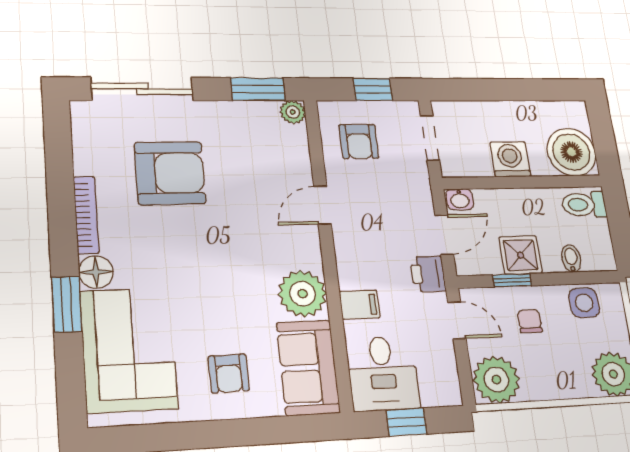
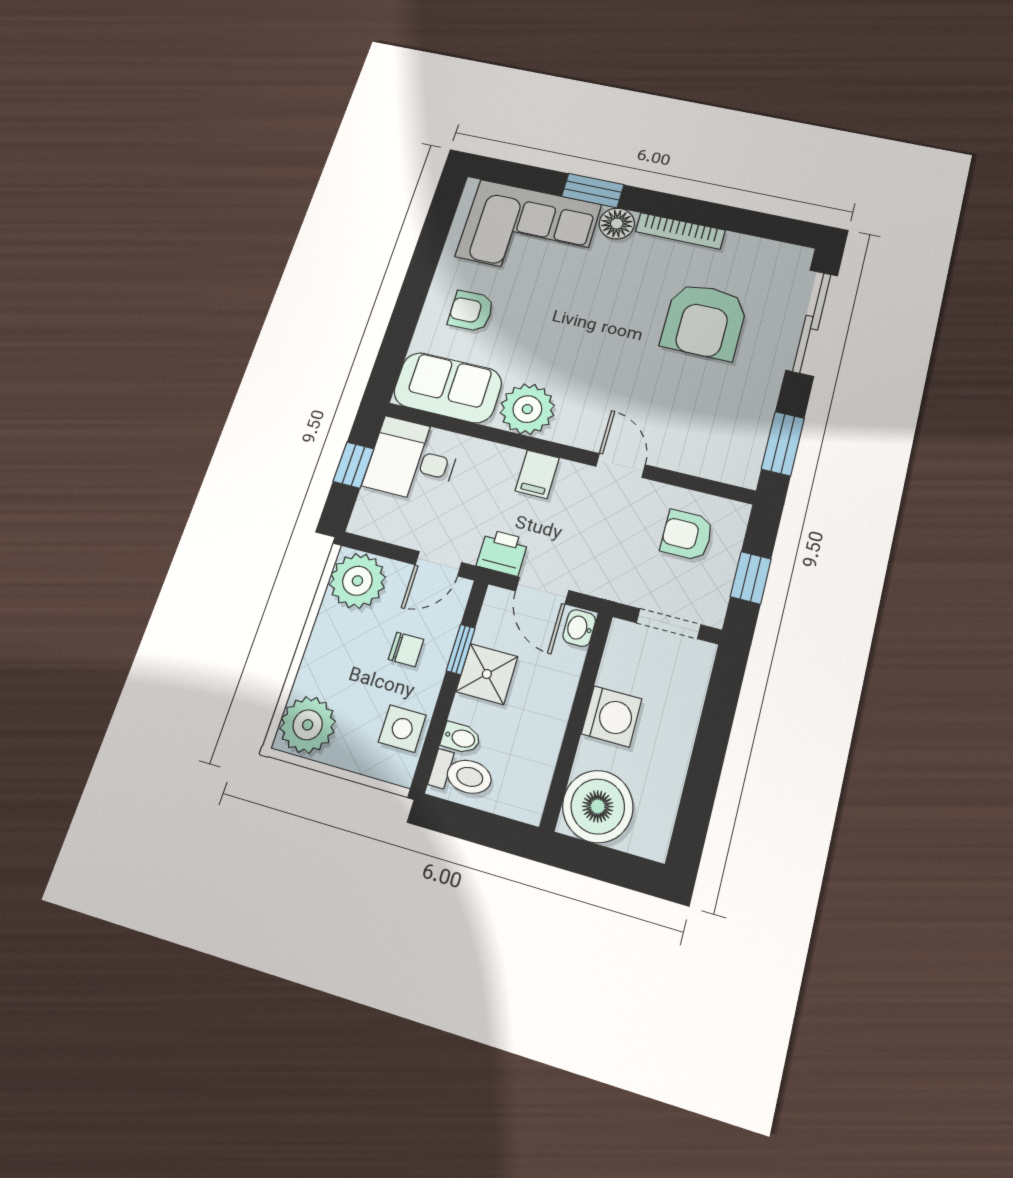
plant: (293, 112) -> (744, 473), removed
toilet: (584, 204) -> (462, 775), moved, turned 90
filing cabinet: (360, 305) -> (537, 474), moved

